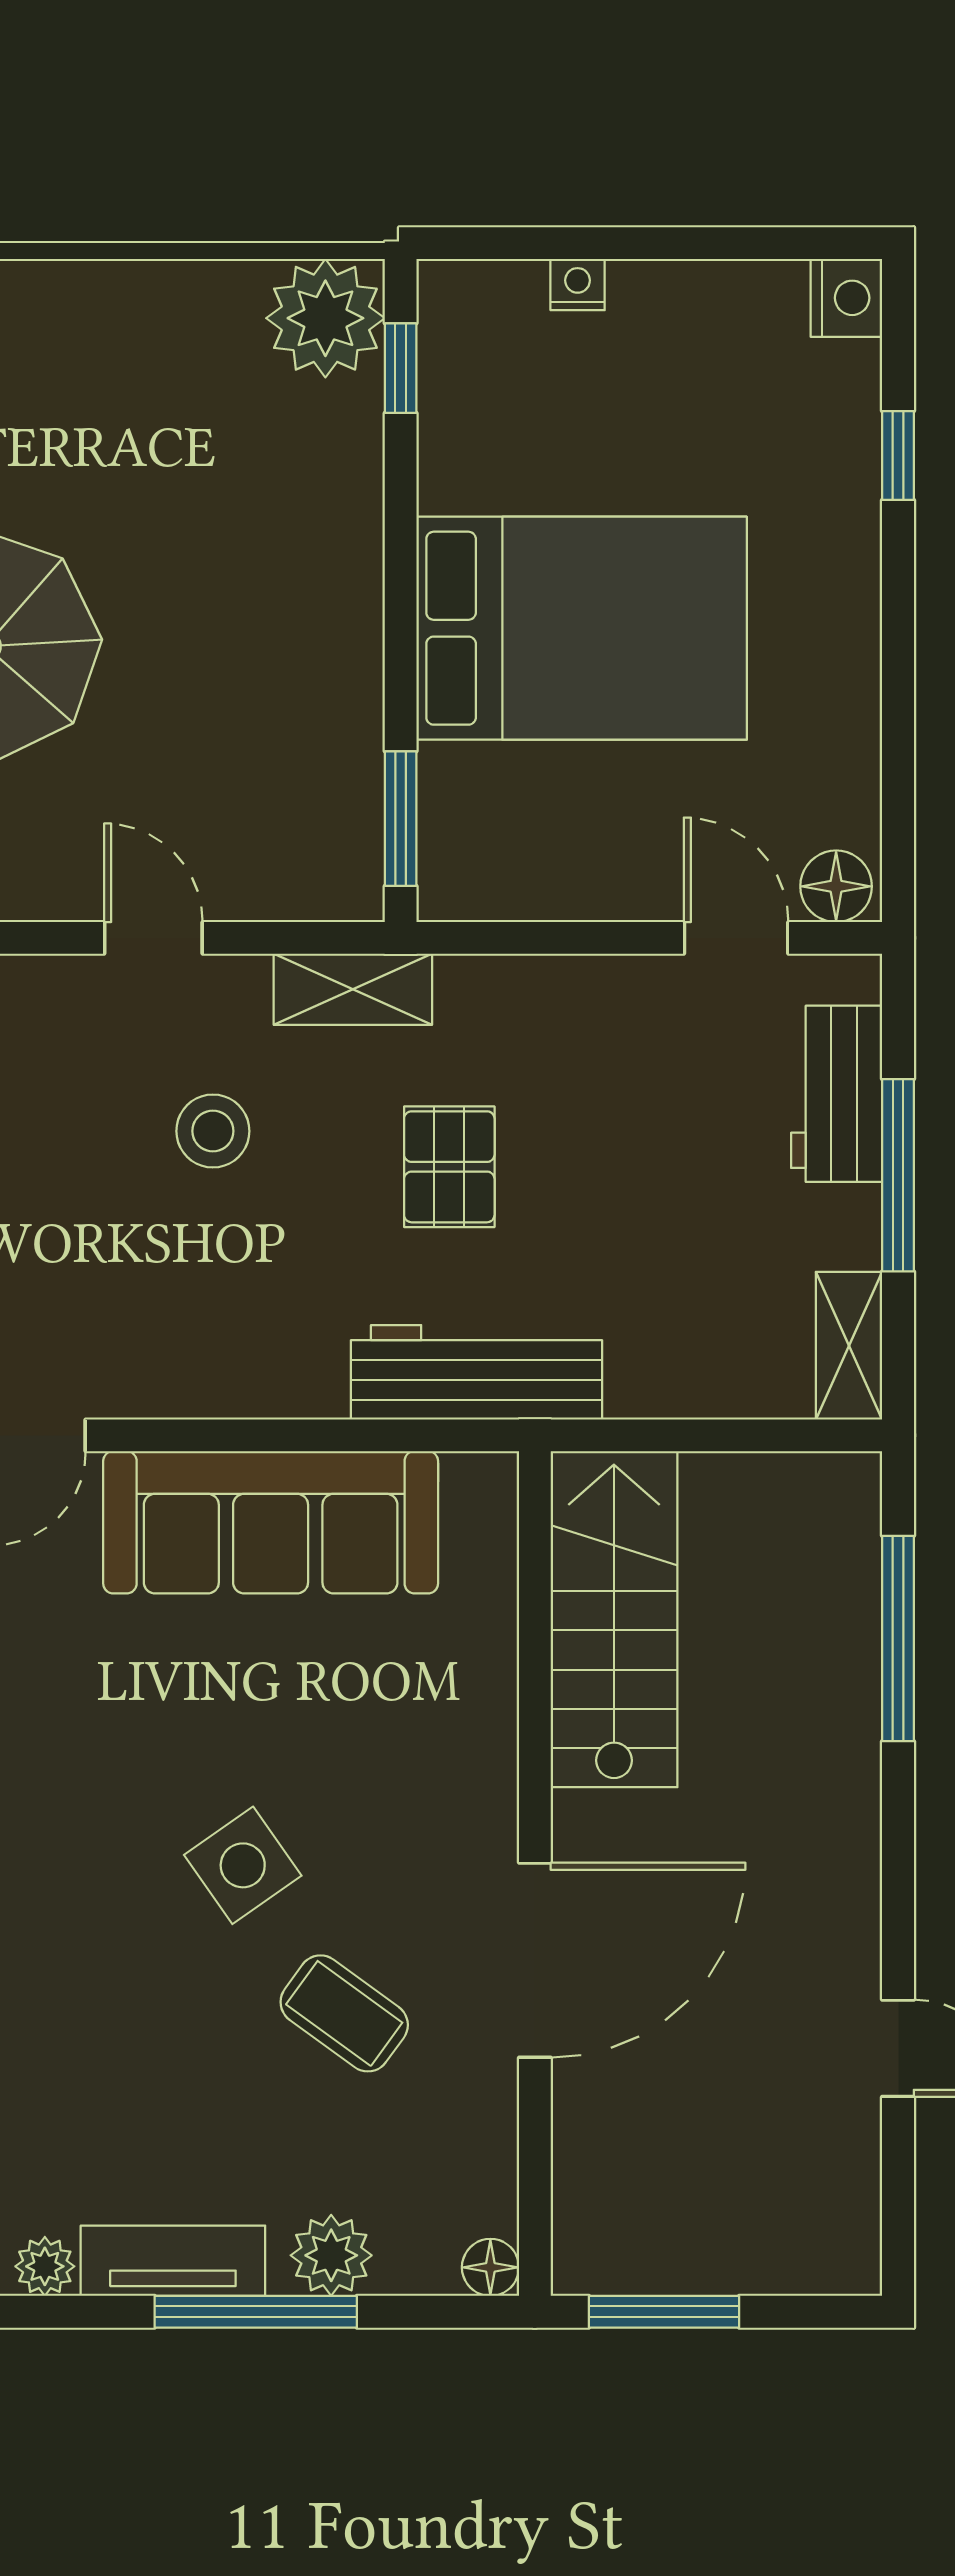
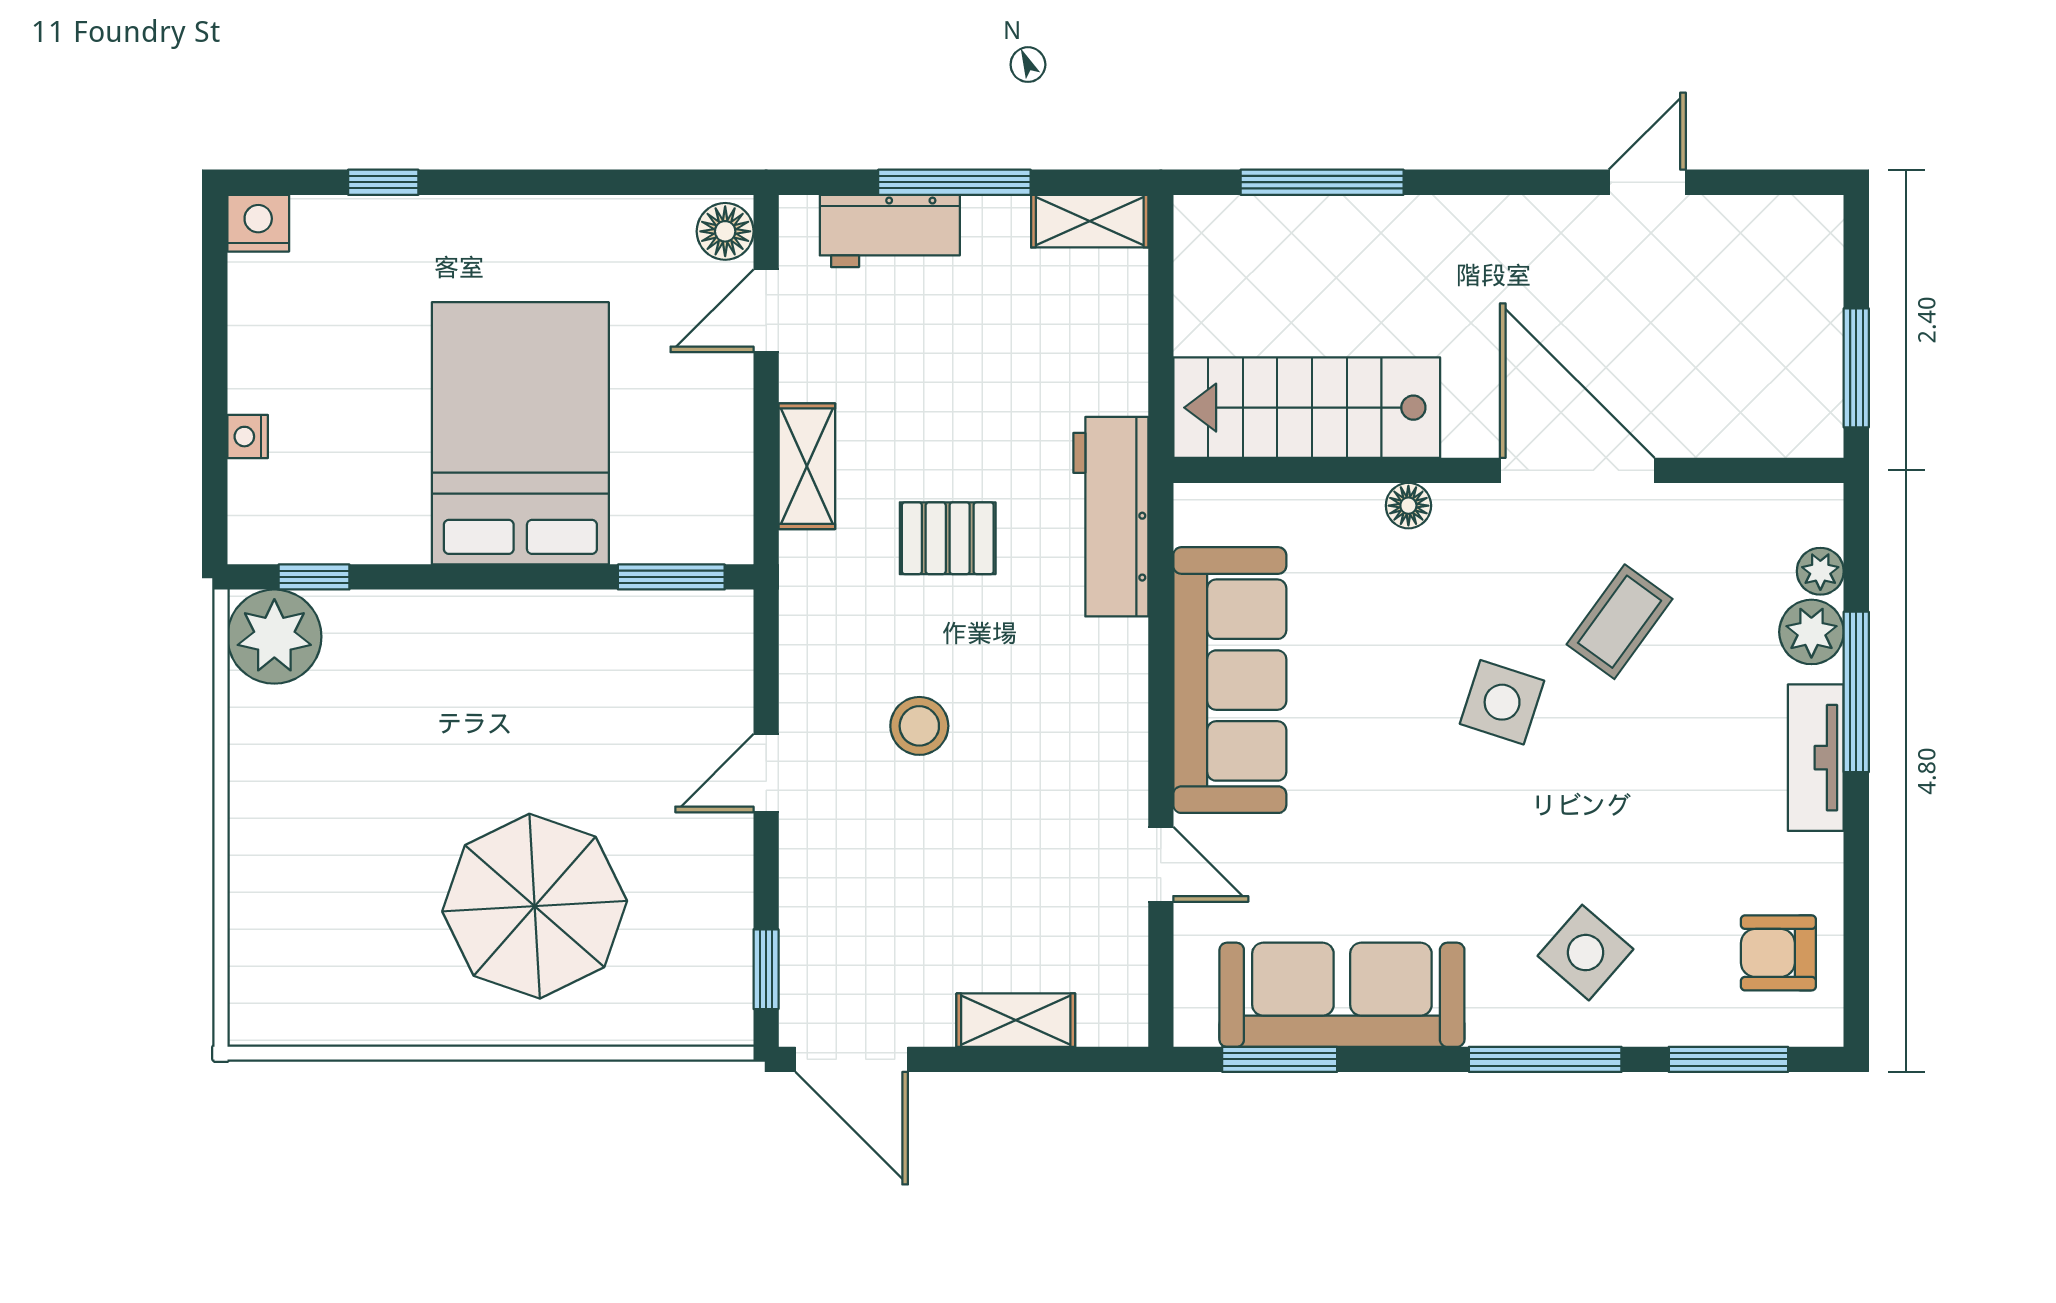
shelving: (353, 989) -> (807, 466), moved
side table: (243, 1865) -> (1502, 702), turned -37
plant: (45, 2266) -> (1820, 571), moved
floor lamp: (490, 2267) -> (1408, 506), moved

